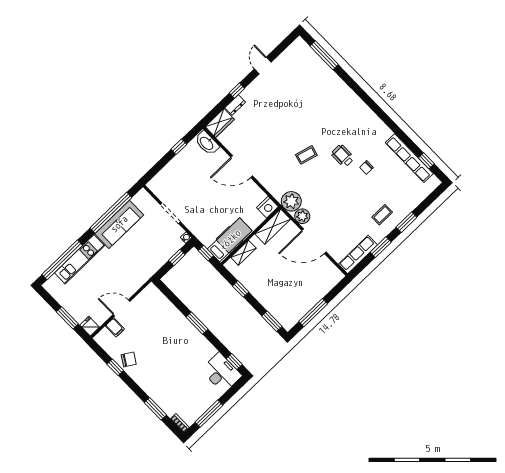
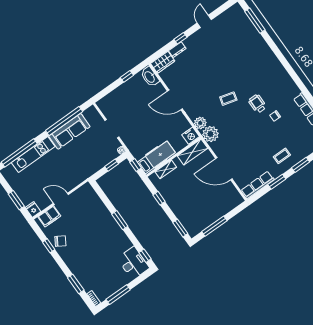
plant: (302, 216) -> (200, 123), moved
filing cabinet: (115, 327) -> (49, 216), width x2.00

